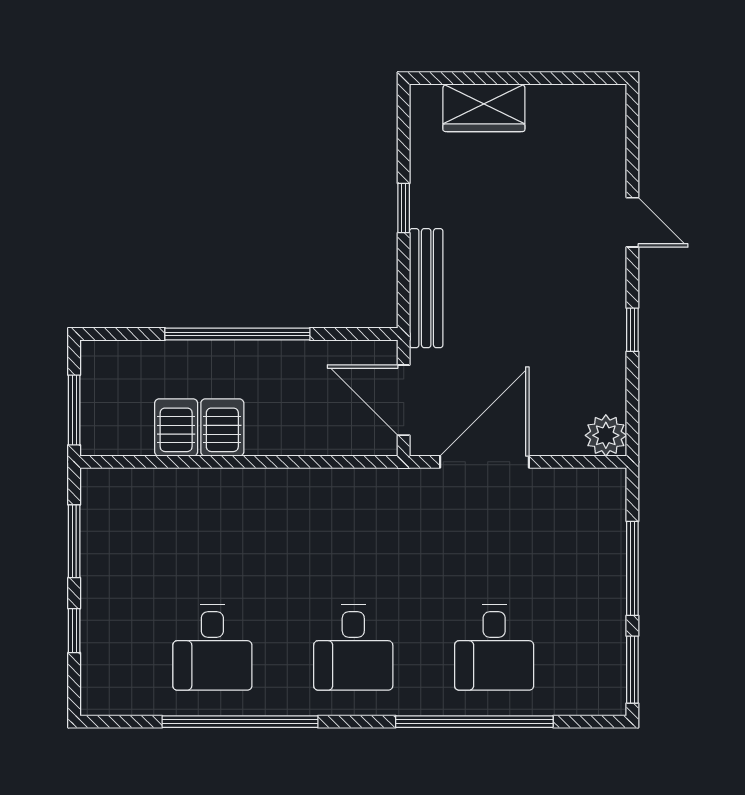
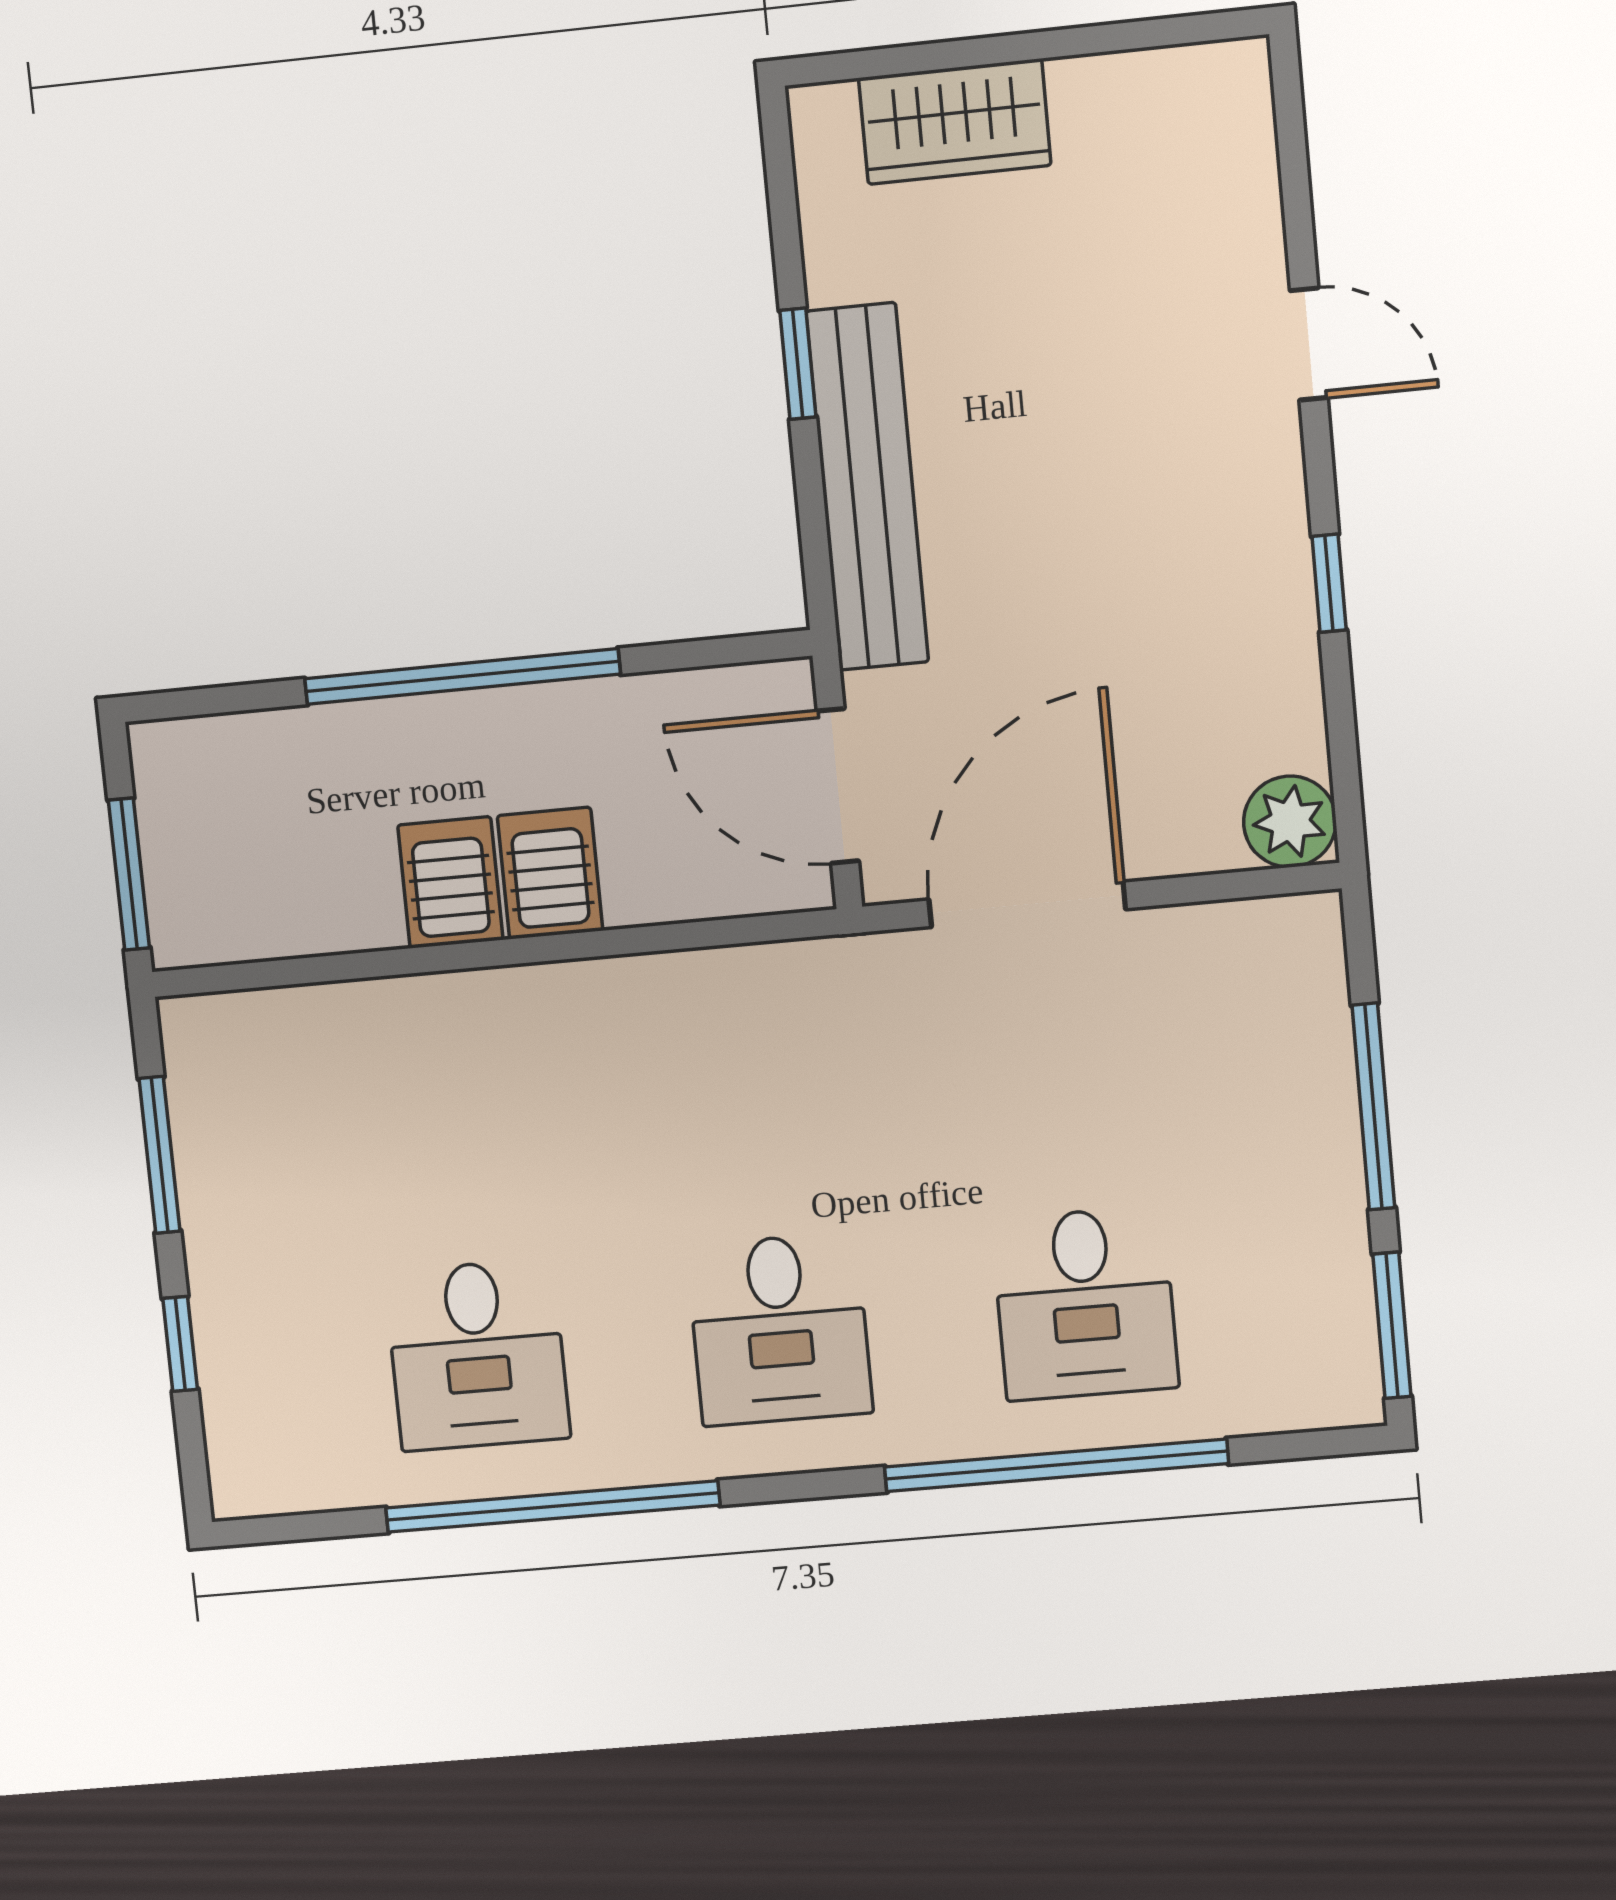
bench: (426, 288) -> (867, 487), width x1.37, depth x1.21
server rack: (176, 427) -> (550, 873), moved

